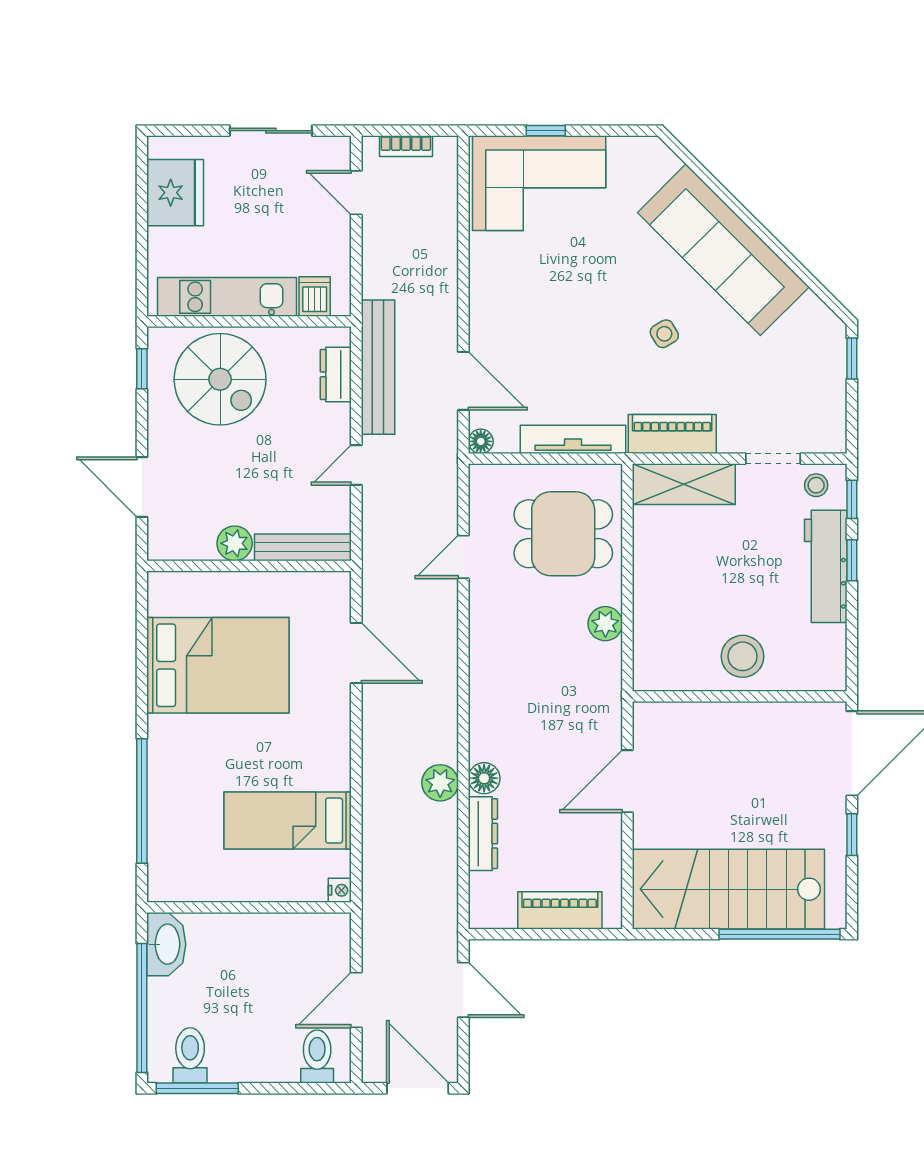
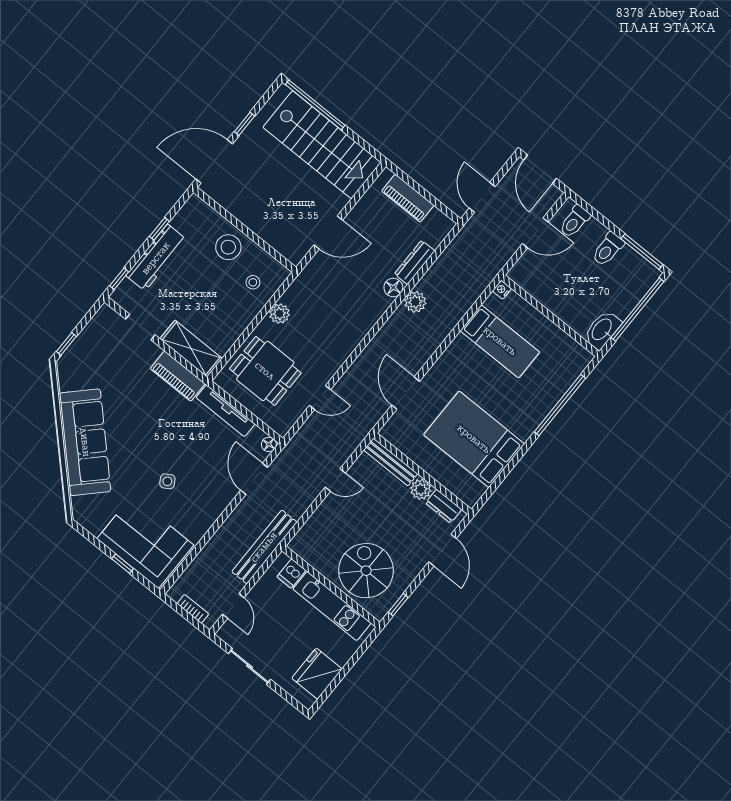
side table: (664, 334) -> (167, 481), moved
bench: (378, 367) -> (264, 547), moved
dresser: (336, 374) -> (443, 506), moved, turned 90
stool: (816, 485) -> (253, 282), moved
window: (852, 560) -> (159, 229), moved
toilet: (190, 1055) -> (608, 249), moved

